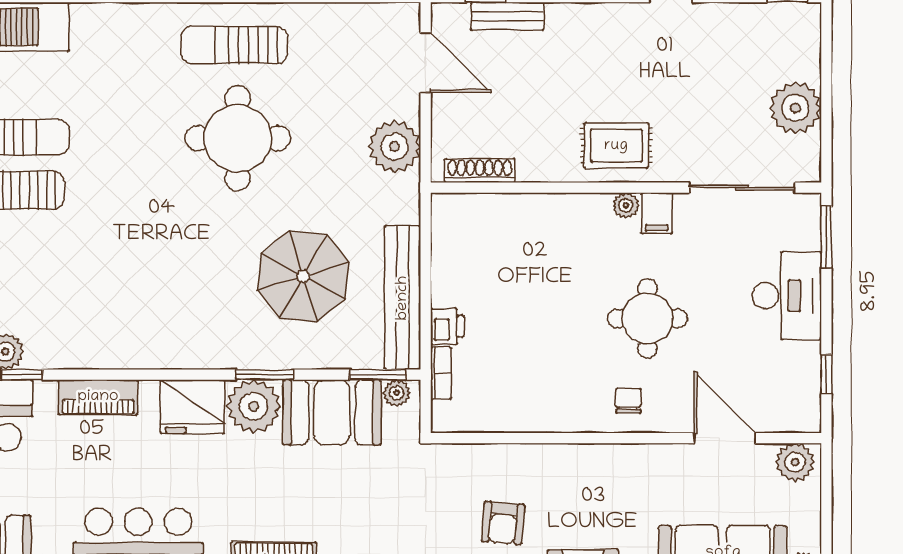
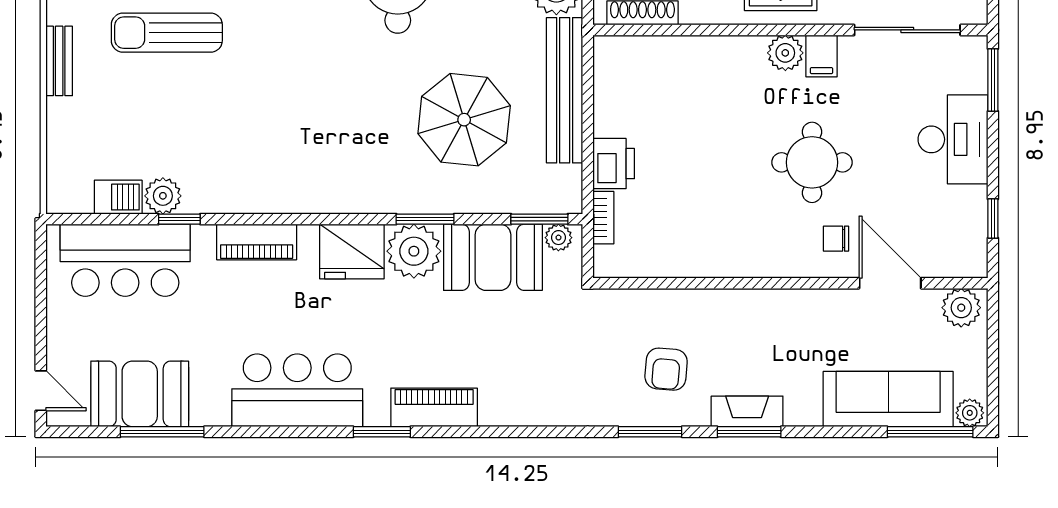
plant: (626, 205) -> (785, 53), width x1.38, depth x1.38
bench: (403, 298) -> (565, 90), moved
printer: (447, 326) -> (614, 164), width x1.36, depth x1.24
chair: (628, 401) -> (836, 239), moved, turned -90

